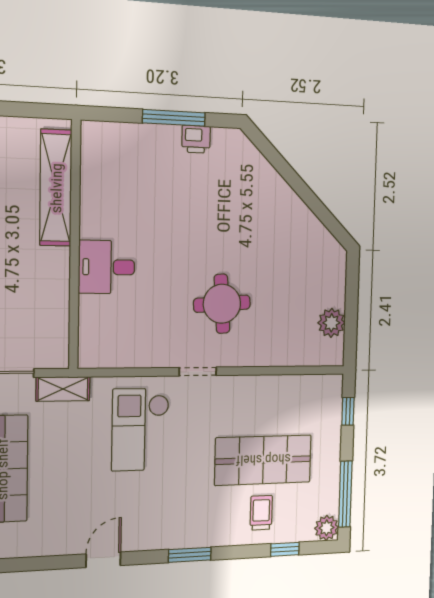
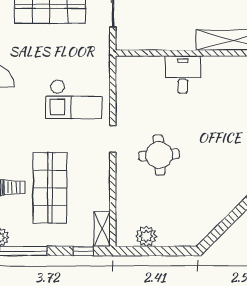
shelving: (63, 389) -> (102, 229), moved
checkout: (140, 430) -> (74, 99), turned 180

